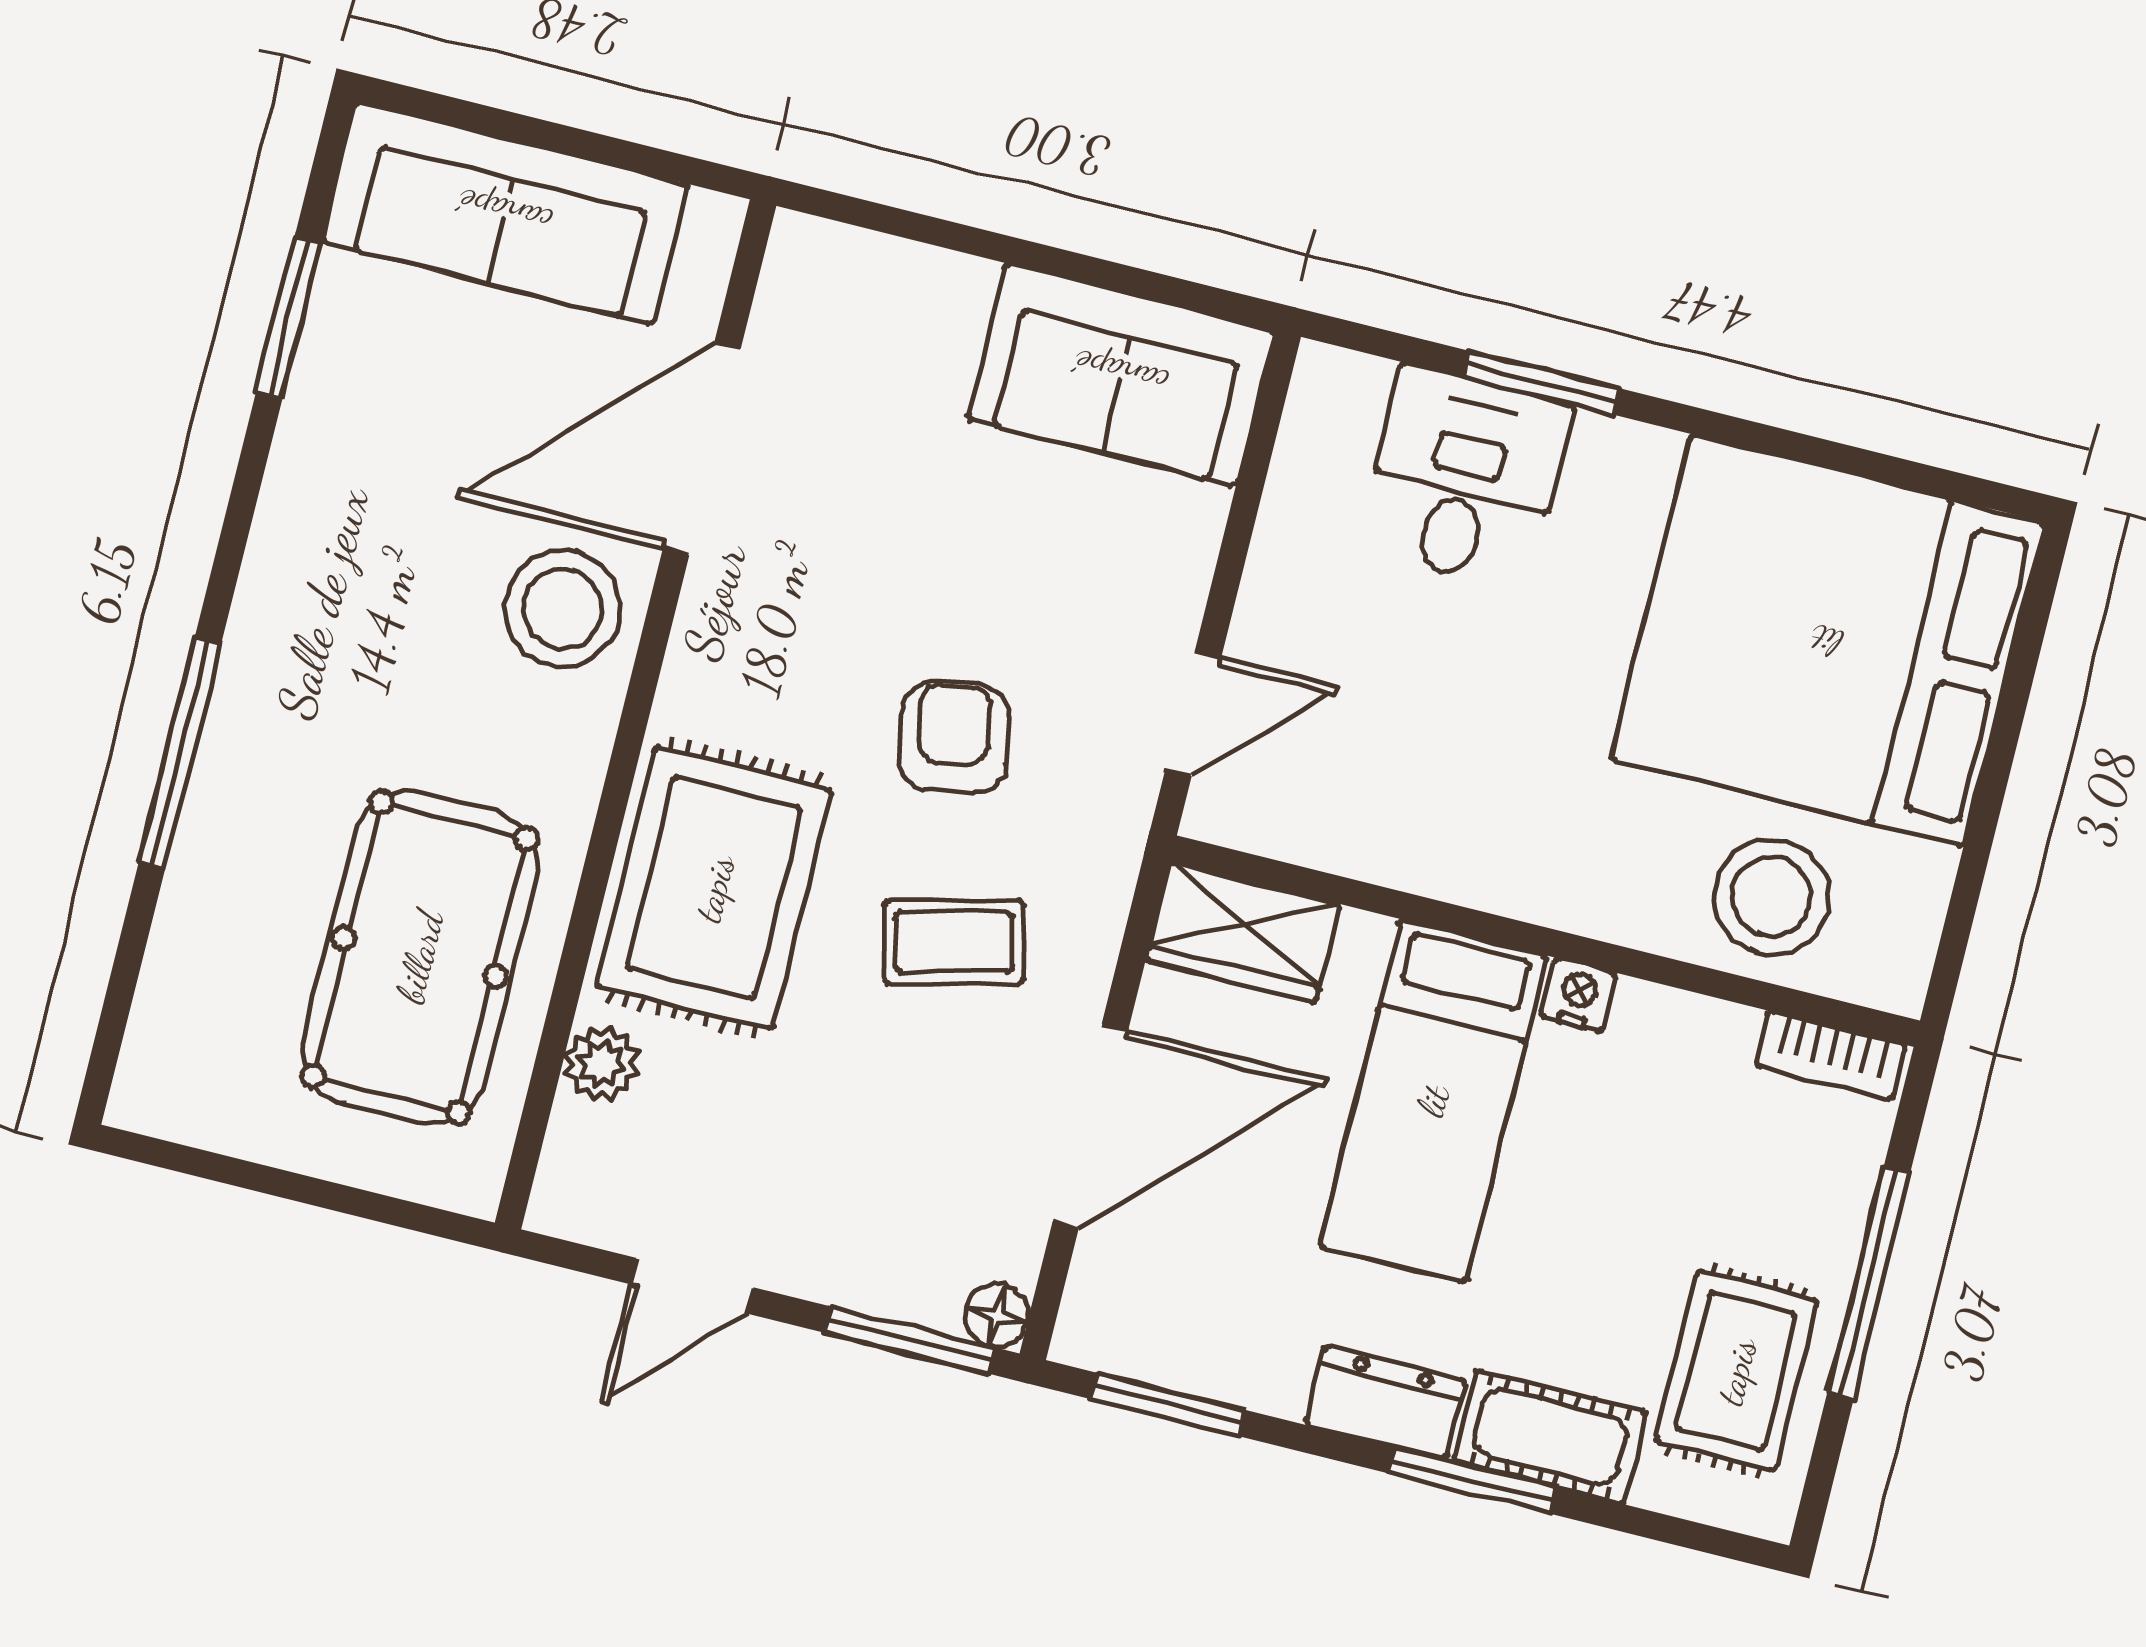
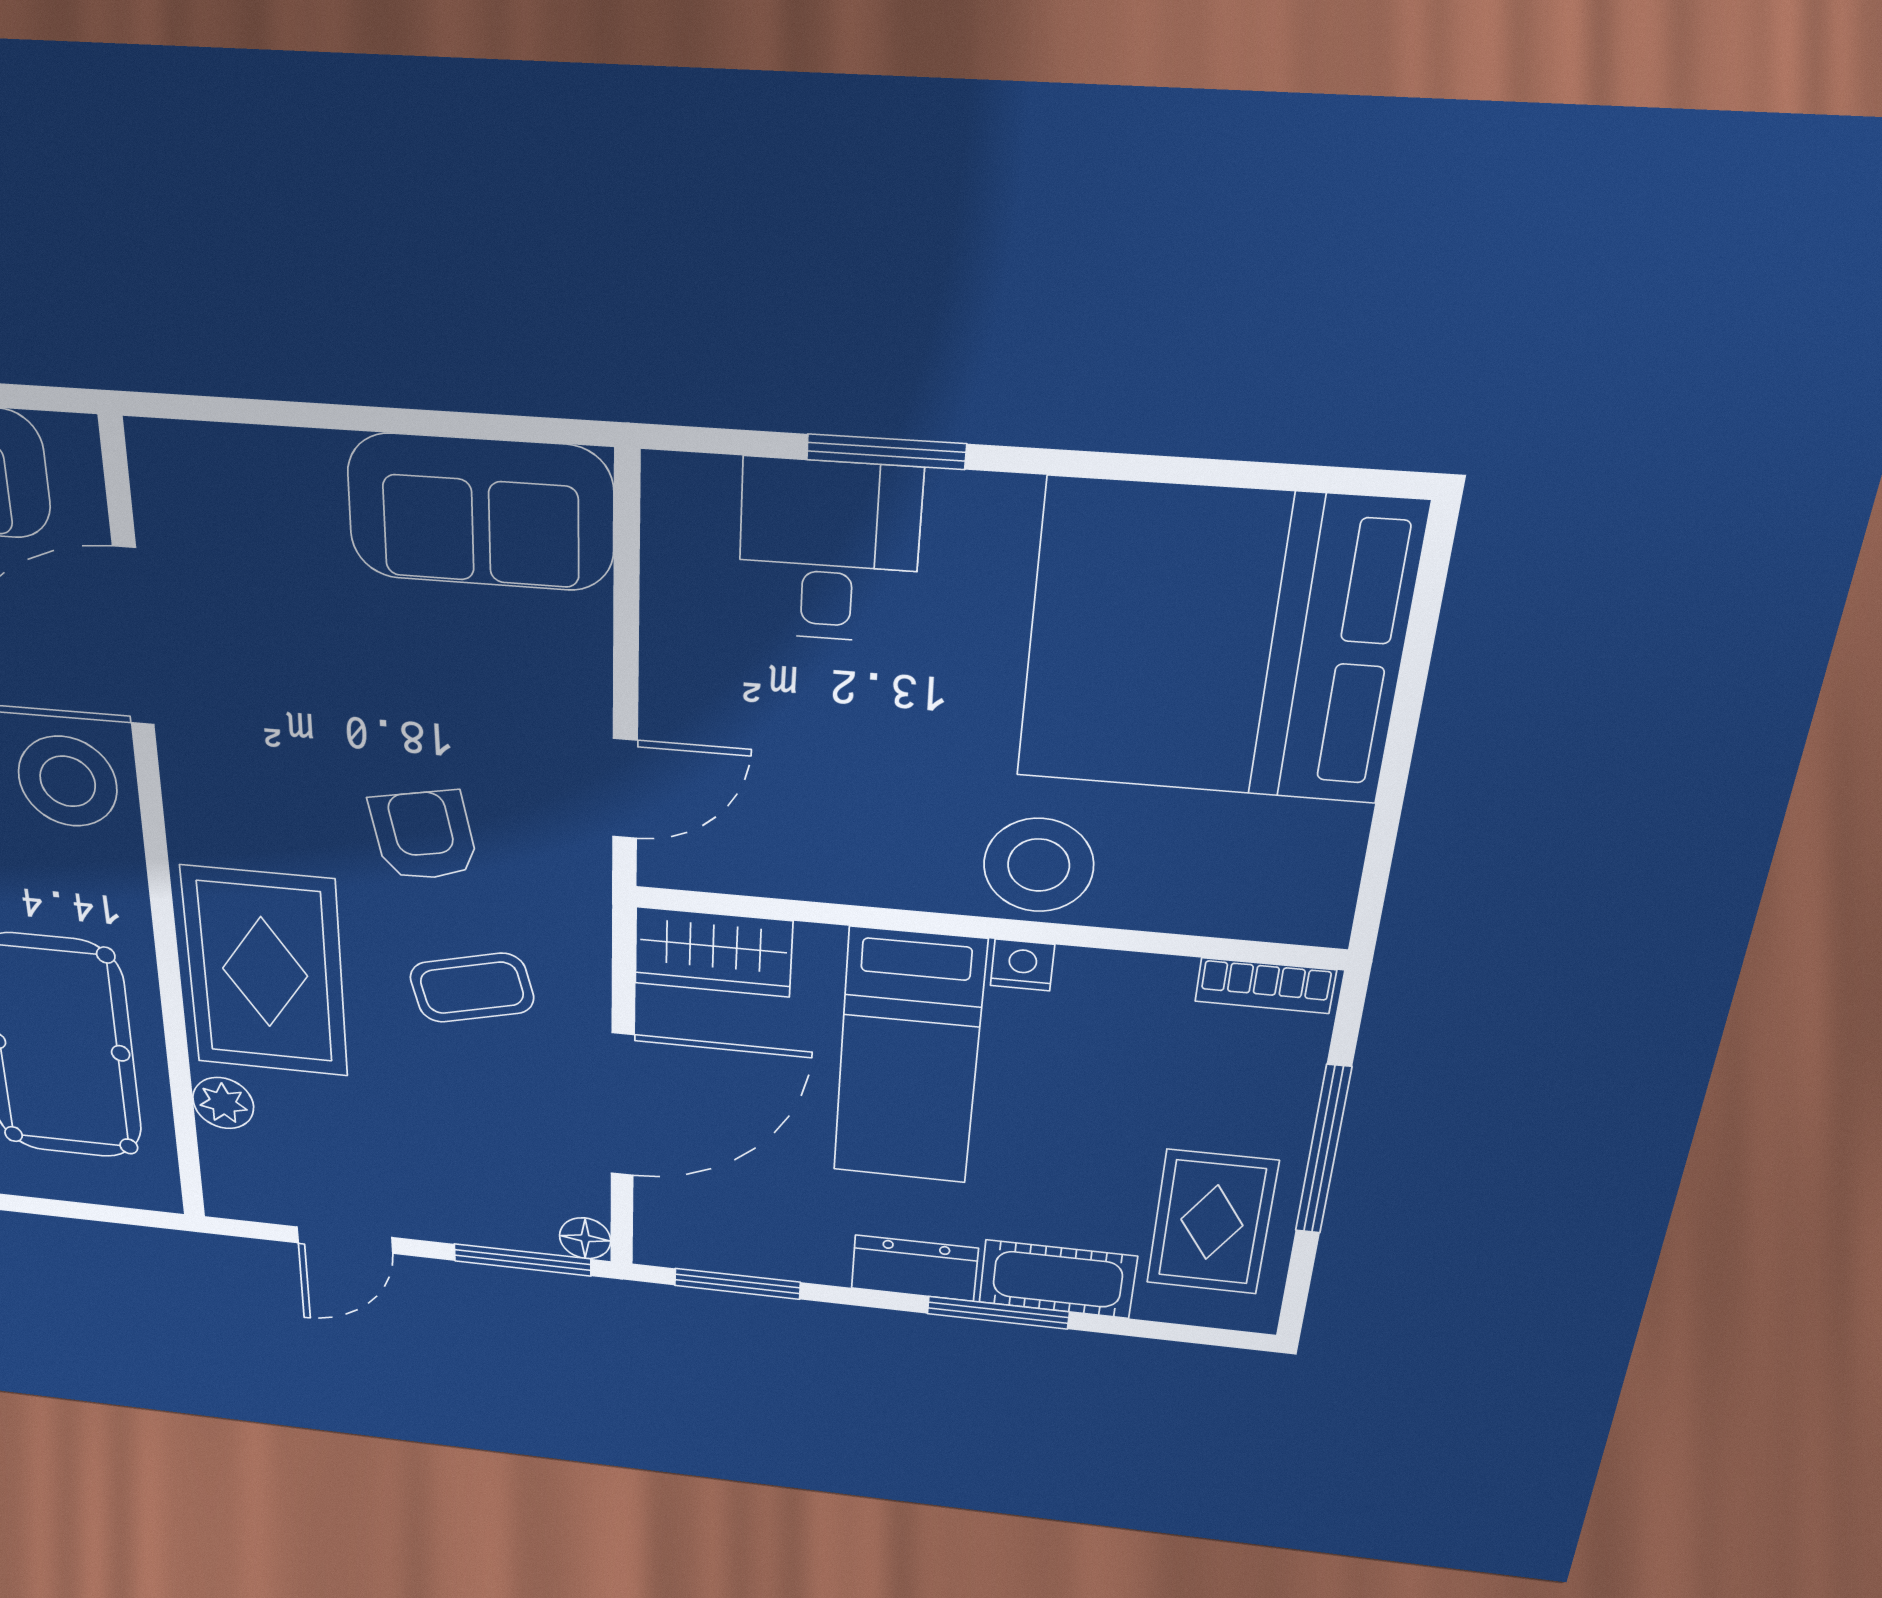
stool: (1772, 897) -> (1039, 865), moved

